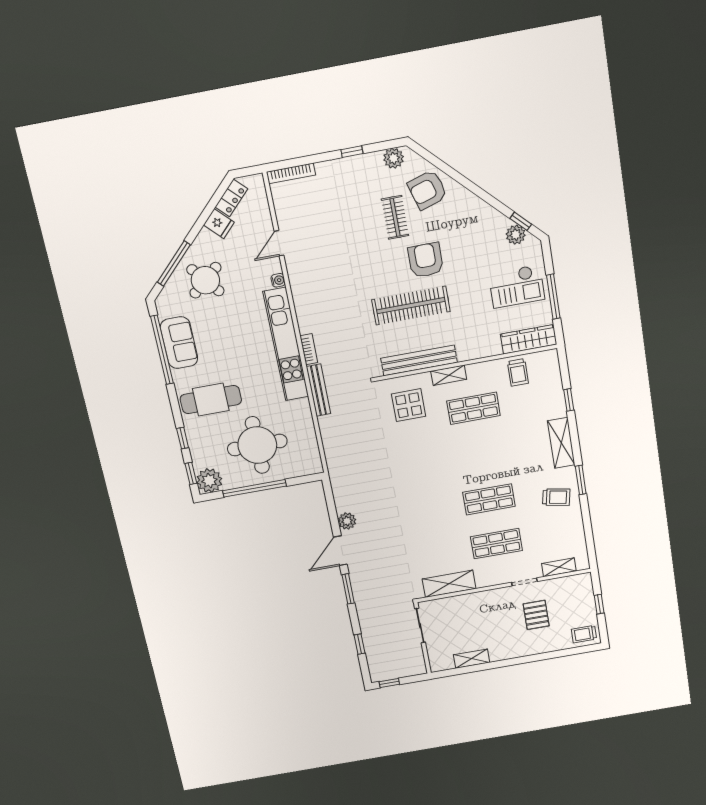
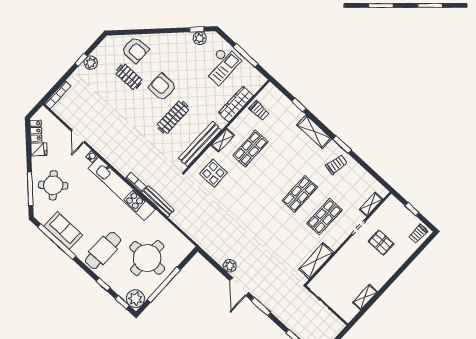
plant: (394, 158) -> (91, 63), moved
armchair: (427, 190) -> (135, 50), turned -73
clothes rail: (411, 306) -> (173, 117), width x0.73, depth x0.76
wardrobe: (529, 339) -> (236, 104), moved

